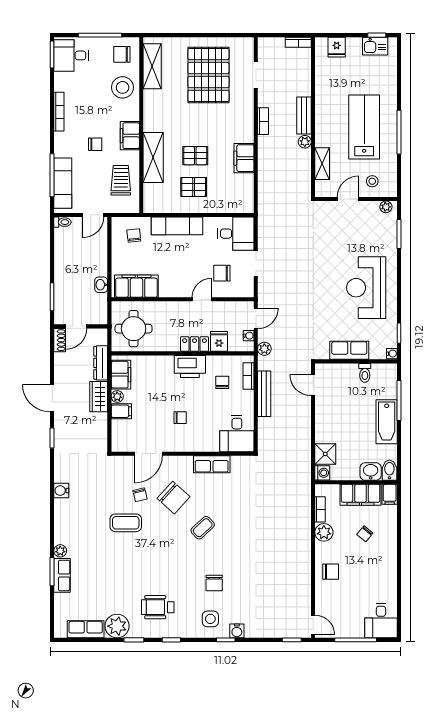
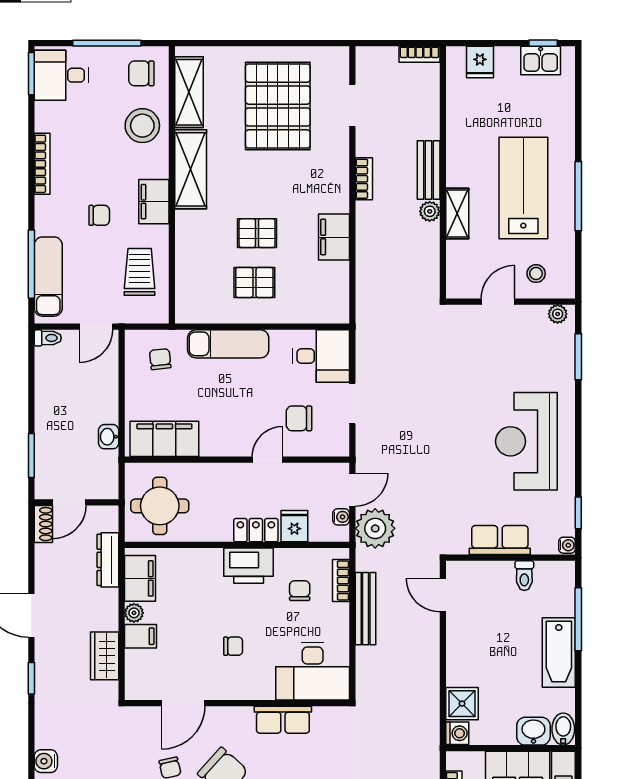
shelving: (153, 157) -> (191, 169), moved
shelving: (322, 164) -> (457, 213), moved
plant: (264, 349) -> (375, 528), width x1.88, depth x1.88
wardrobe: (99, 397) -> (105, 656), moved
desk: (237, 433) -> (313, 671), width x1.37

